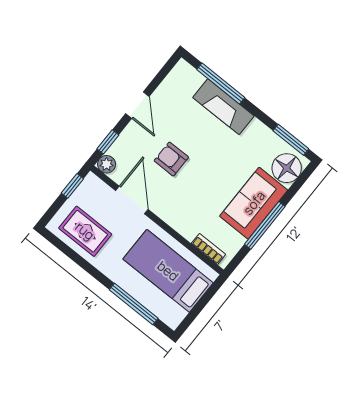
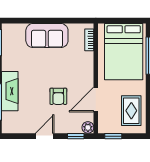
floor lamp: (287, 168) -> (15, 33), removed
window: (265, 225) -> (54, 21), removed
bed: (168, 271) -> (124, 52), width x1.50

